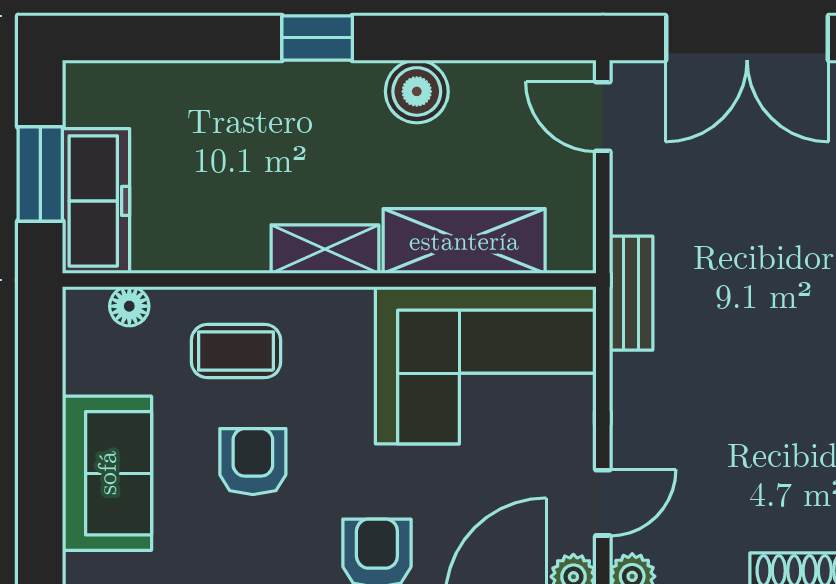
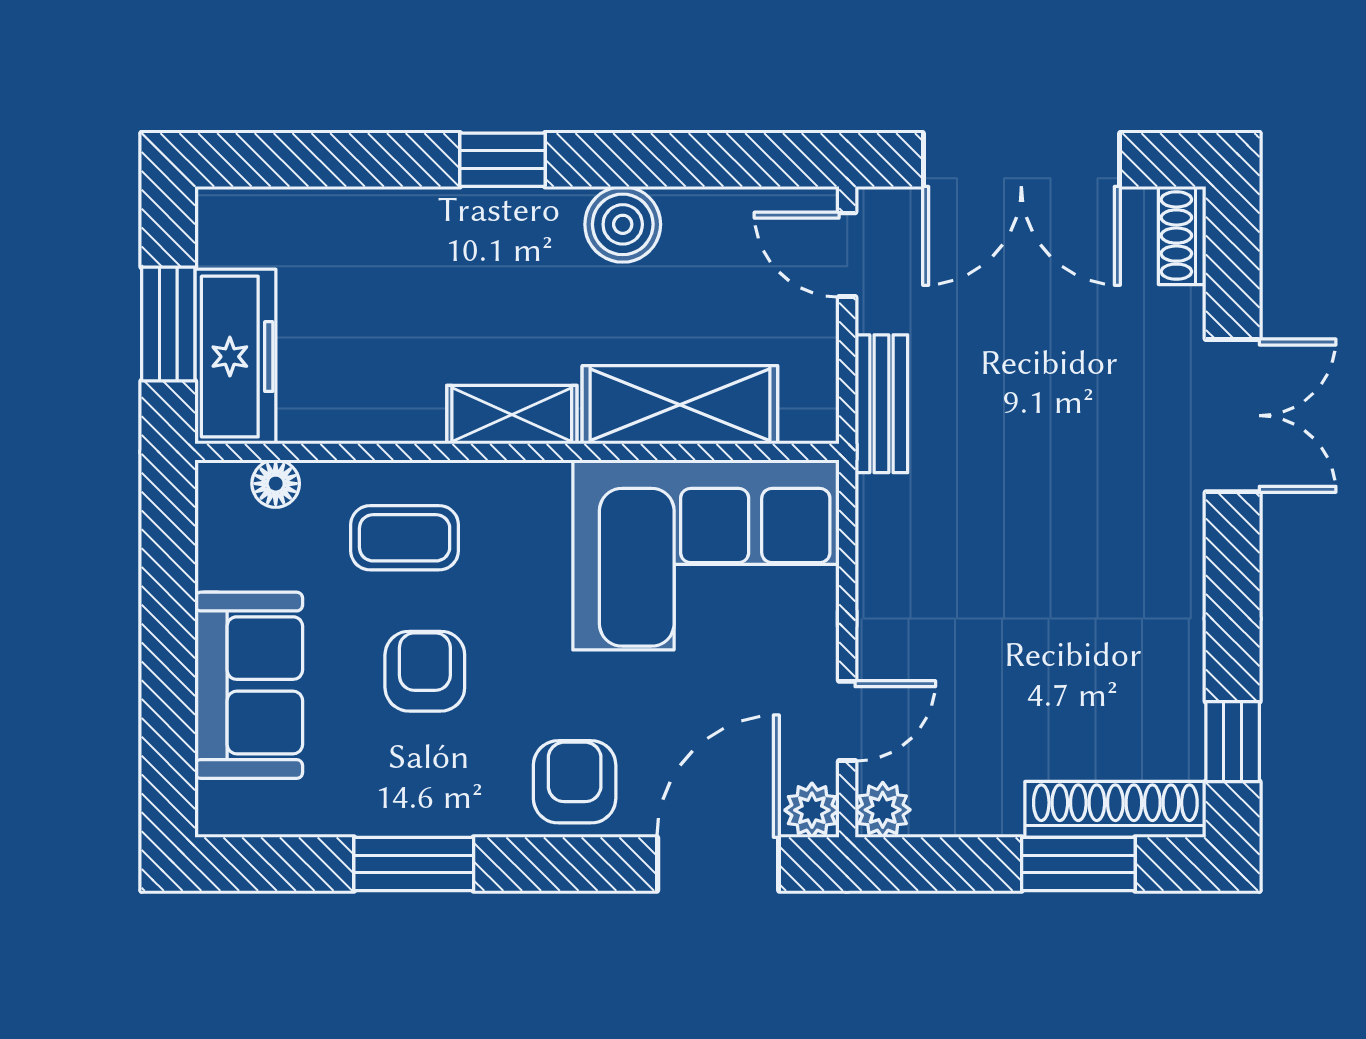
bench: (631, 293) -> (881, 404), moved

